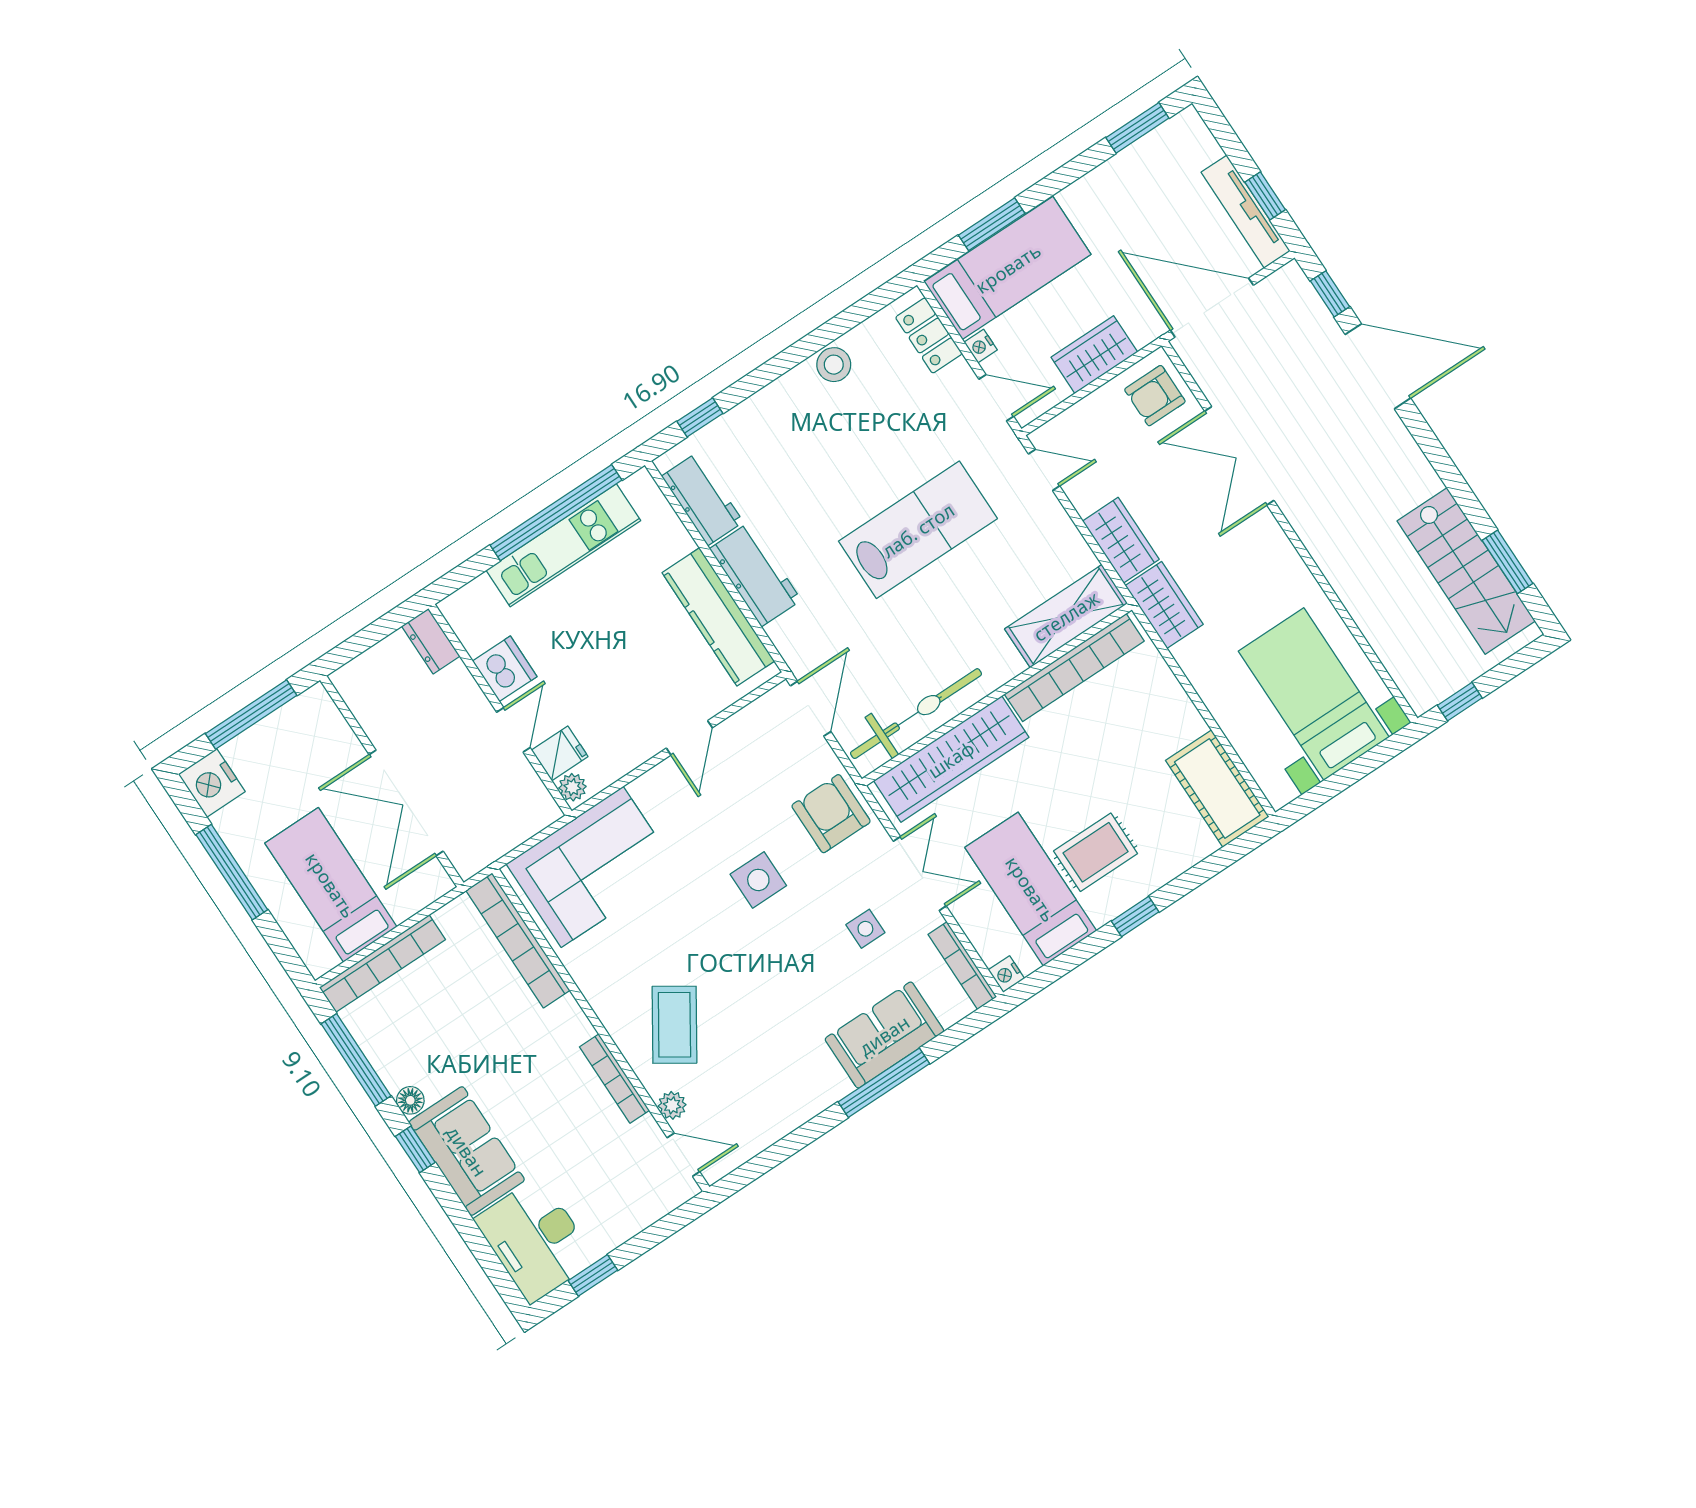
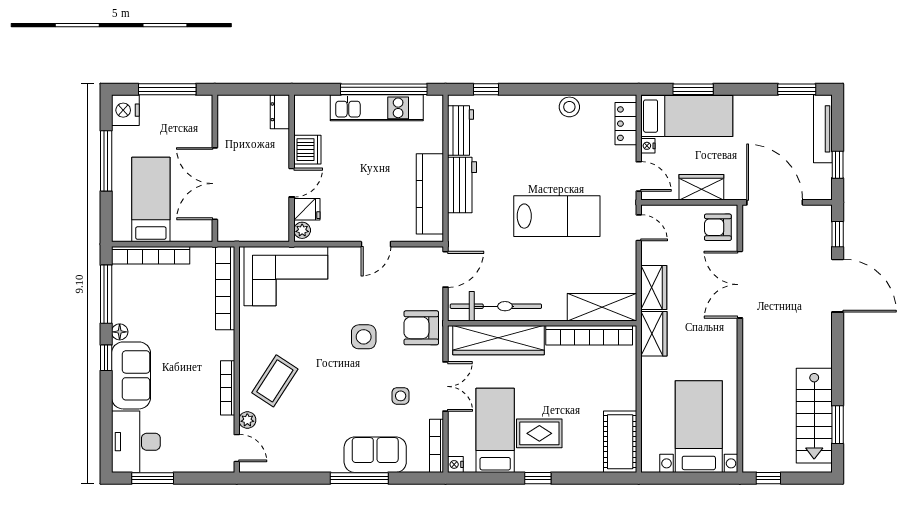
tv unit: (1246, 212) -> (823, 129), moved
armchair: (831, 814) -> (421, 328), turned -90
window: (593, 1275) -> (153, 478), width x1.50

